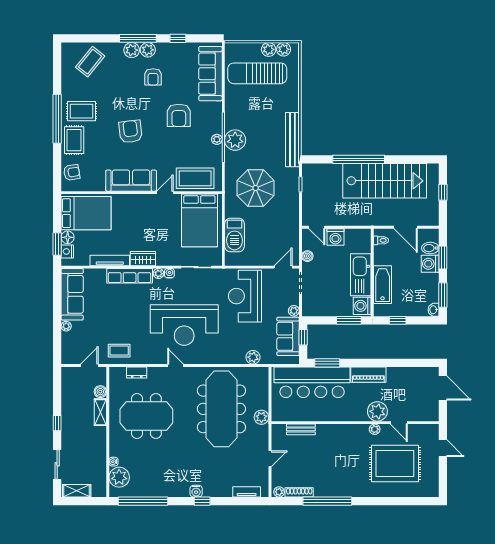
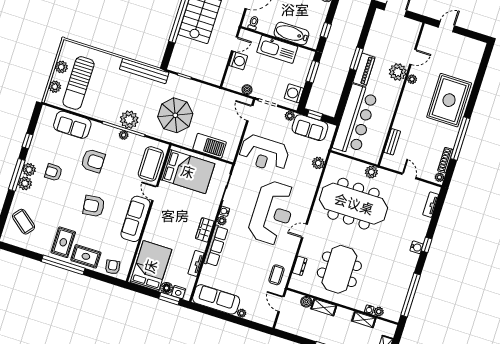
plant: (284, 49) -> (55, 87), moved
sofa: (210, 74) -> (72, 125), width x0.73
armchair: (153, 77) -> (53, 172), turned 180
door: (317, 227) -> (235, 44), moved
tv unit: (110, 260) -> (196, 263), width x0.71
washing machine: (362, 306) -> (294, 93), moved, turned 90
window: (327, 363) -> (356, 59), moved
shelving: (101, 459) -> (364, 320), added
rug: (395, 463) -> (449, 100), moved
plant: (119, 477) -> (379, 312), width x0.53, depth x0.53

